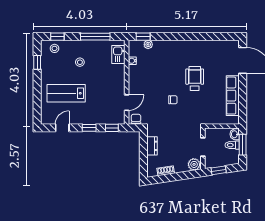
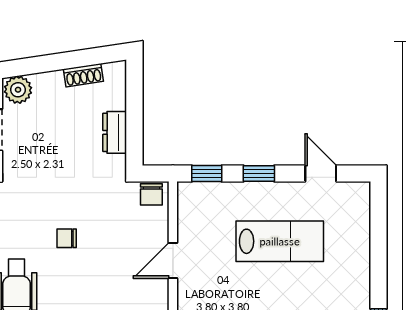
lab bench: (66, 93) -> (280, 241), moved
door: (127, 103) -> (173, 260), moved
door: (62, 128) -> (321, 174), swing flipped

